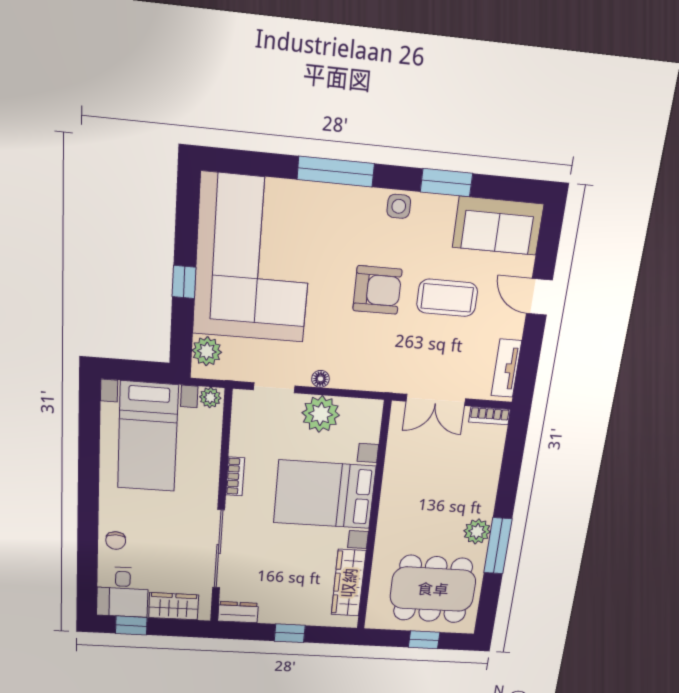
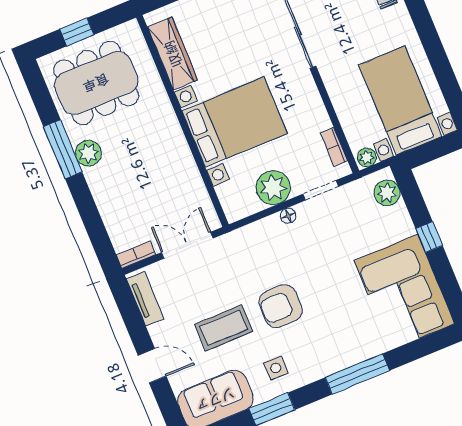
side table: (399, 206) -> (276, 368), moved
corner sofa: (253, 259) -> (404, 292), width x0.73, depth x0.74
bookcase: (235, 476) -> (334, 147), moved

